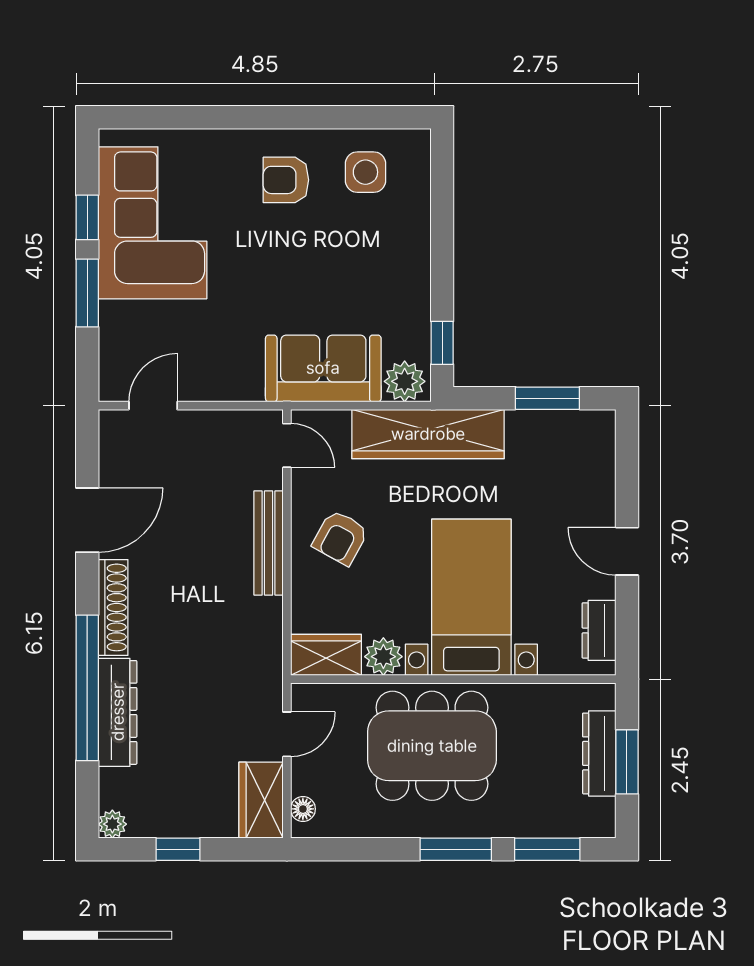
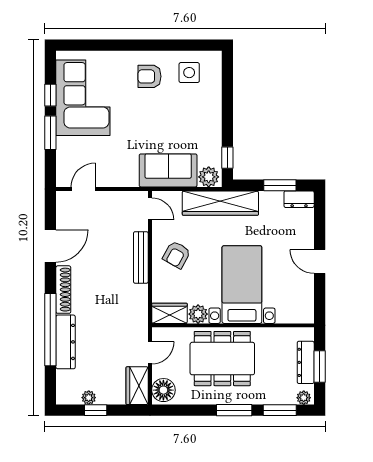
dresser: (599, 630) -> (299, 199), moved, turned -90
floor lamp: (303, 809) -> (163, 390), width x1.89, depth x1.89
plant: (112, 824) -> (89, 398), moved
plant: (595, 824) -> (304, 398), added

